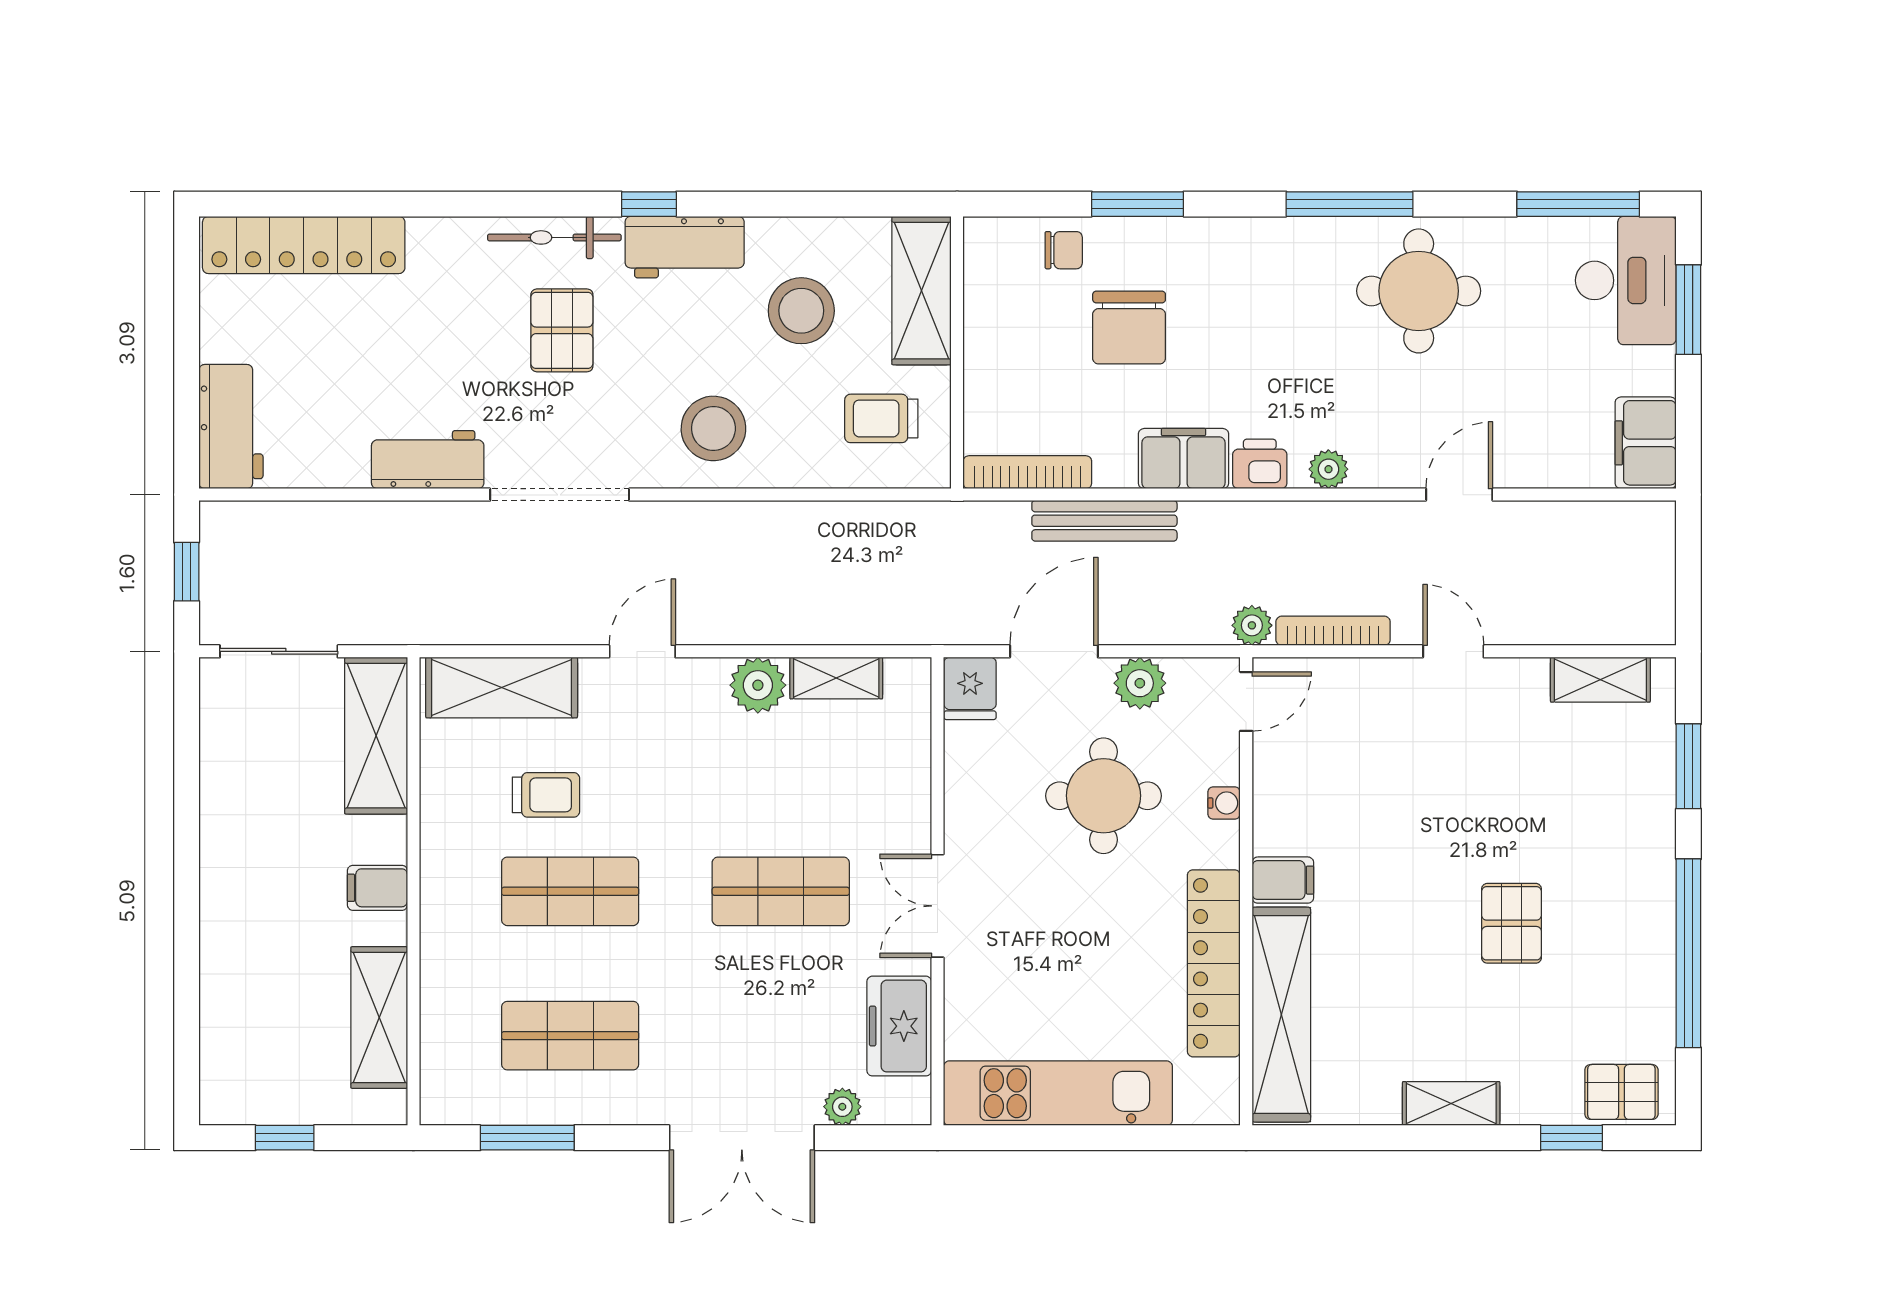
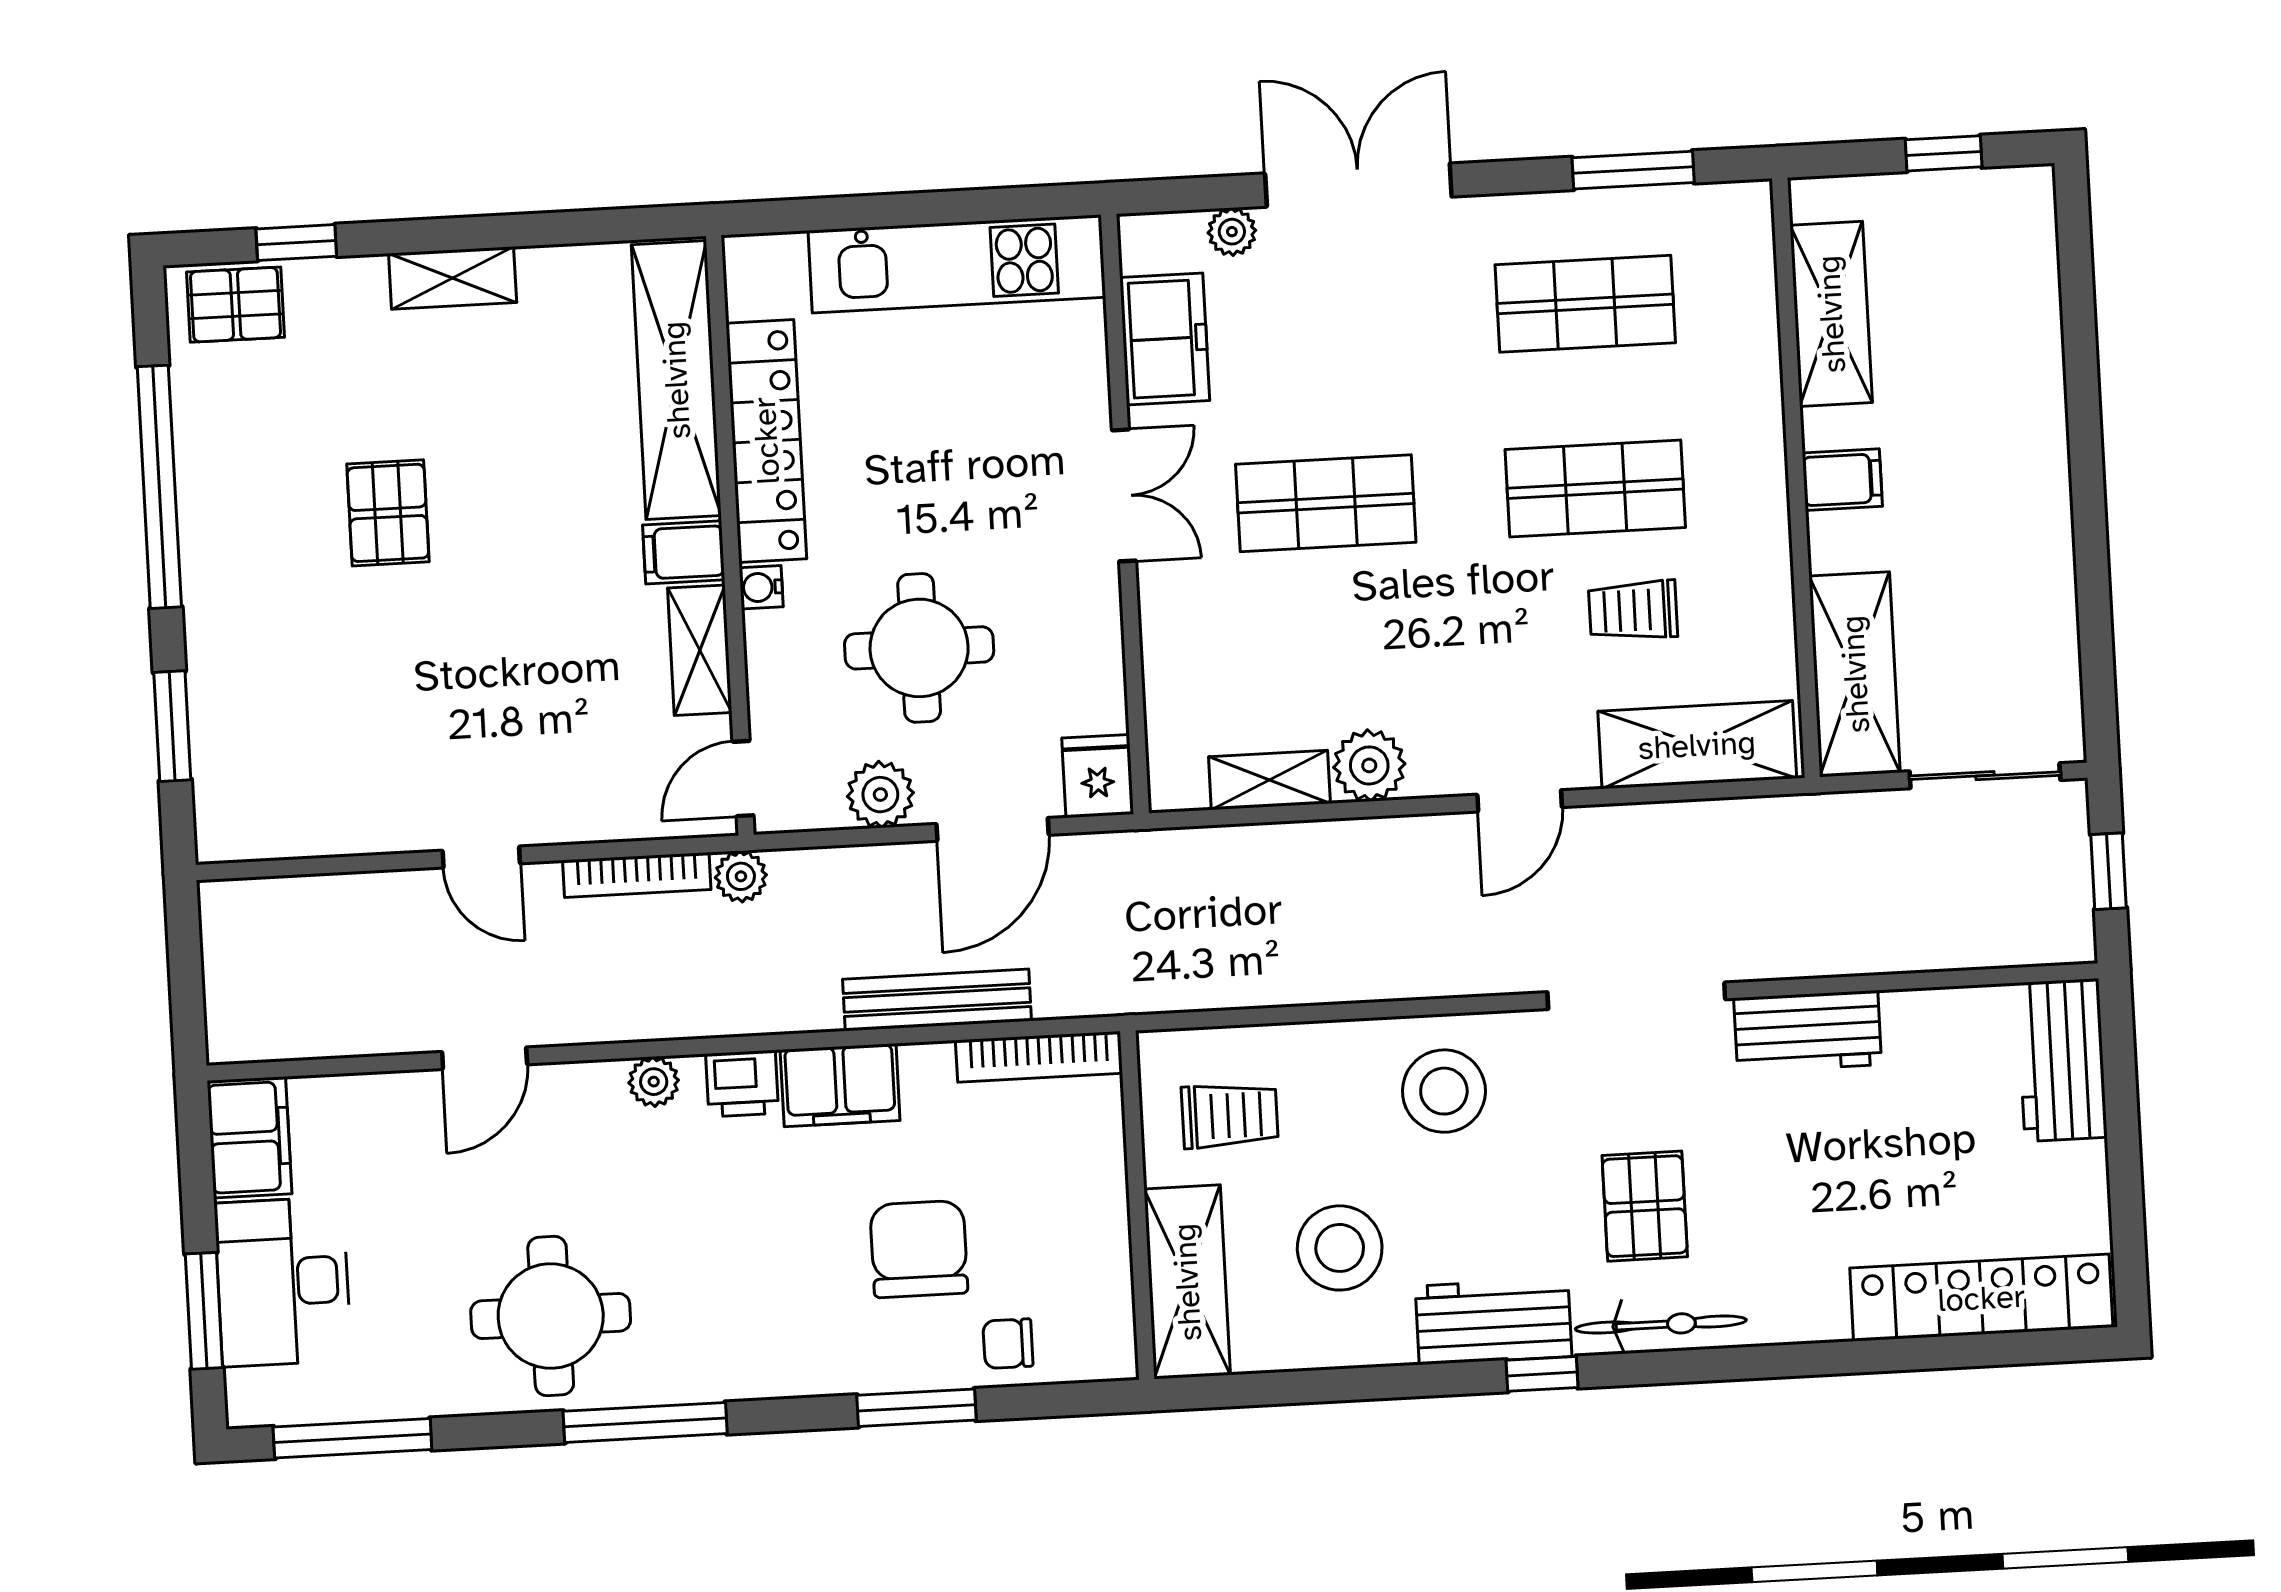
desk: (1626, 280) -> (283, 1282), moved
shelving: (1600, 680) -> (700, 650), moved, turned 90
water cooler: (1224, 803) -> (761, 587), moved

